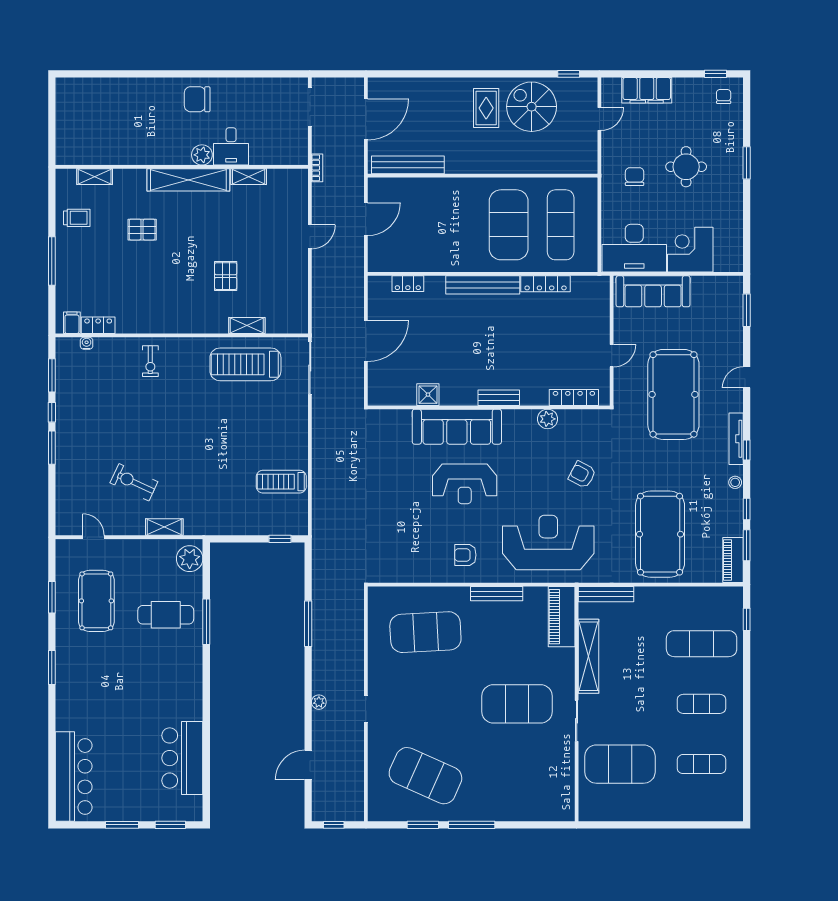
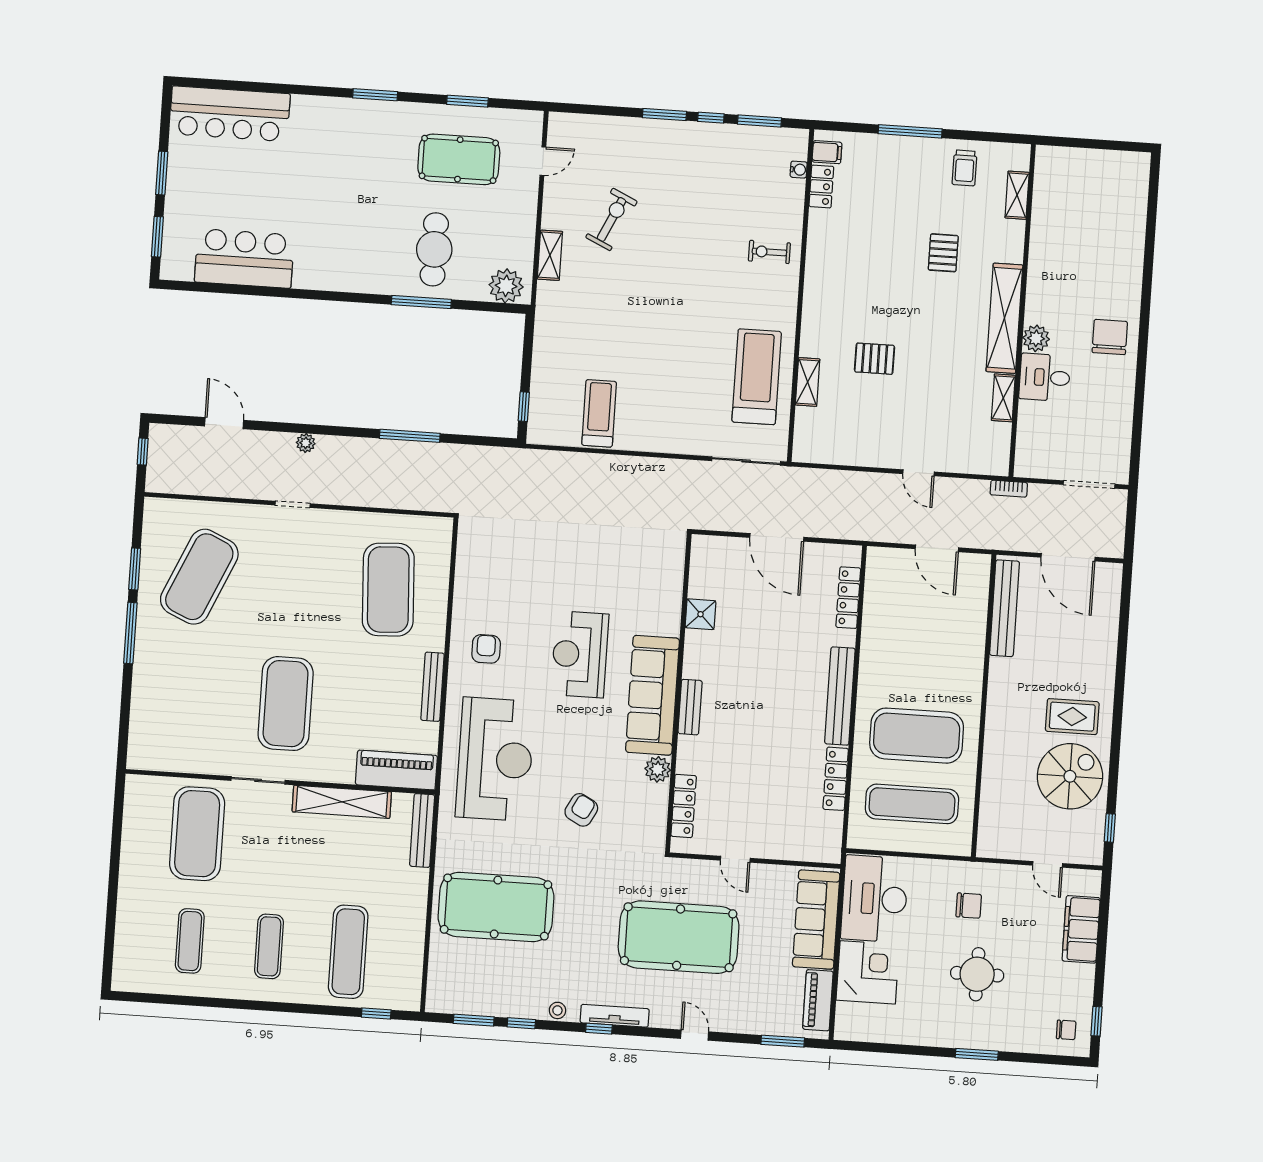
locker: (408, 284) -> (848, 598), width x1.53
sofa: (457, 427) -> (652, 695), moved
piano: (733, 560) -> (818, 1000), moved, turned -90

